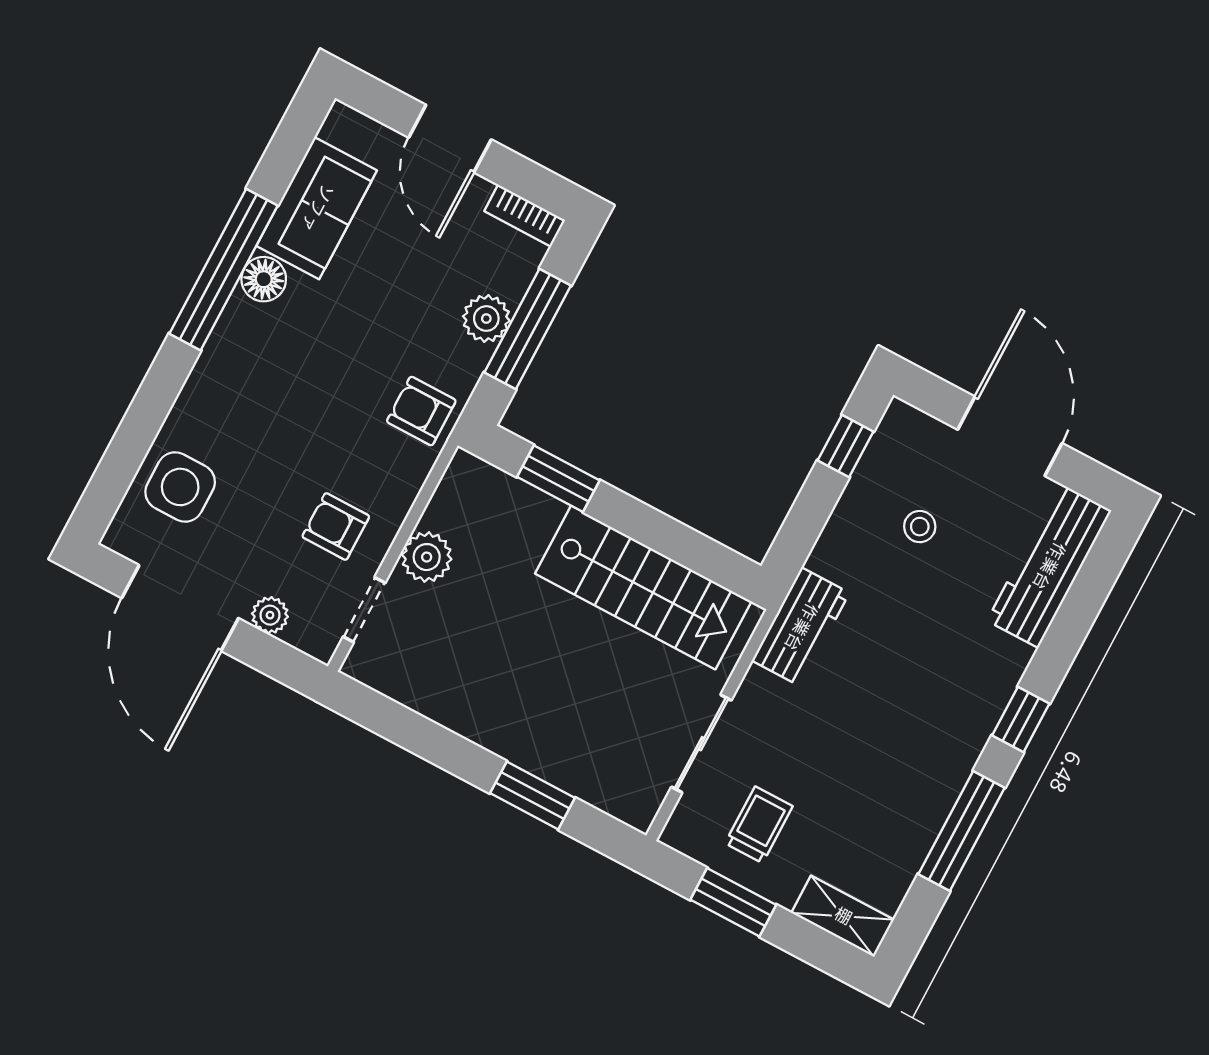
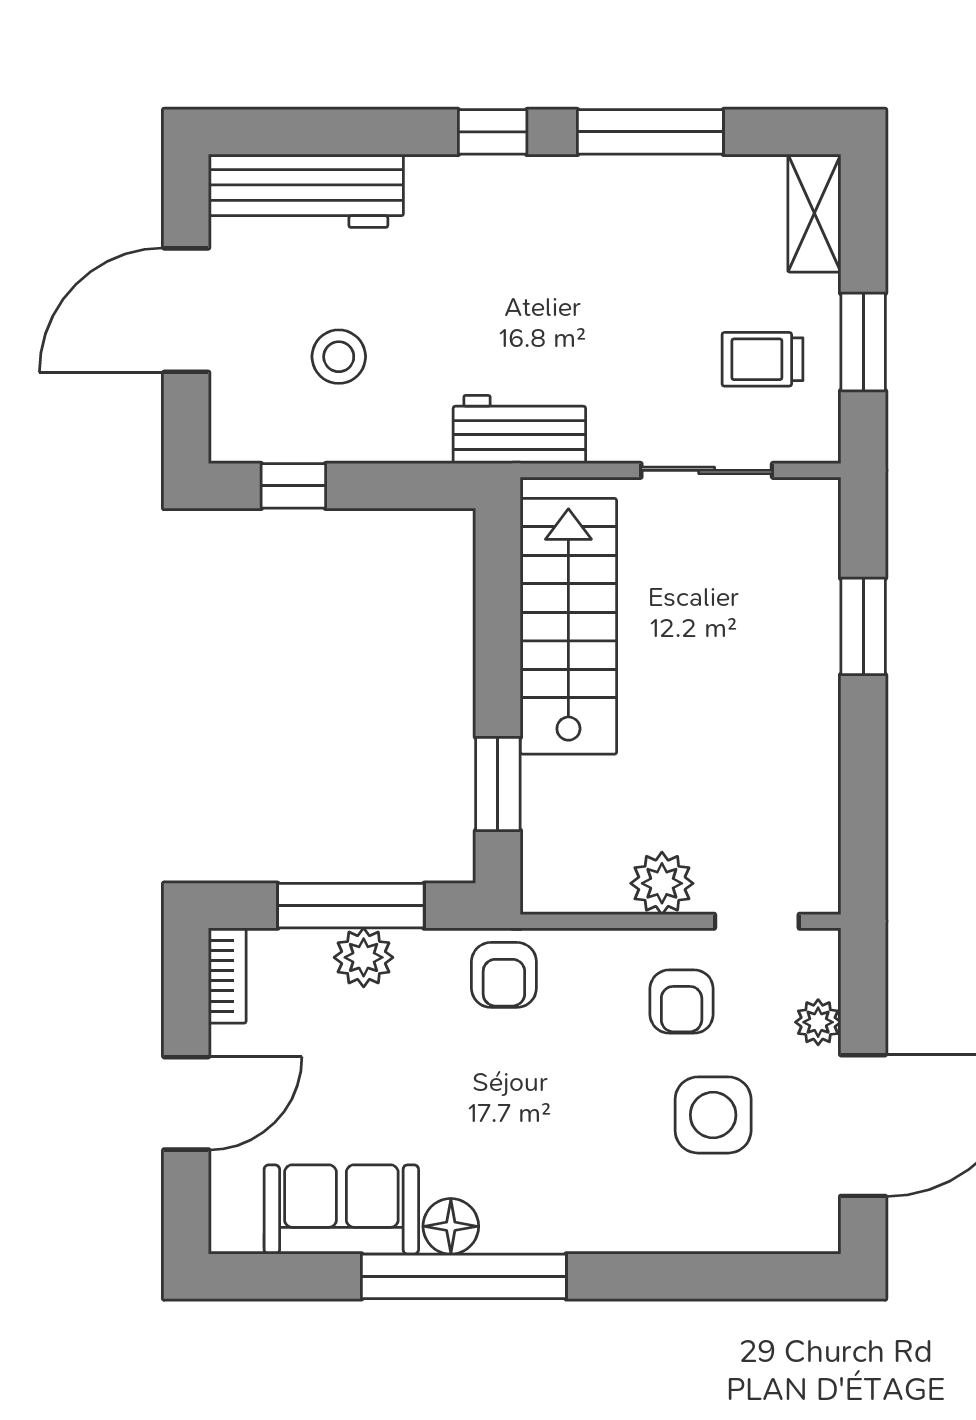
side table: (180, 487) -> (713, 1115), moved
stool: (920, 527) -> (339, 357), width x1.37, depth x1.37

